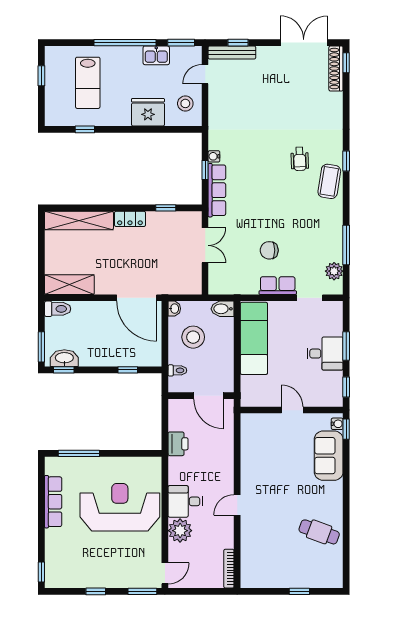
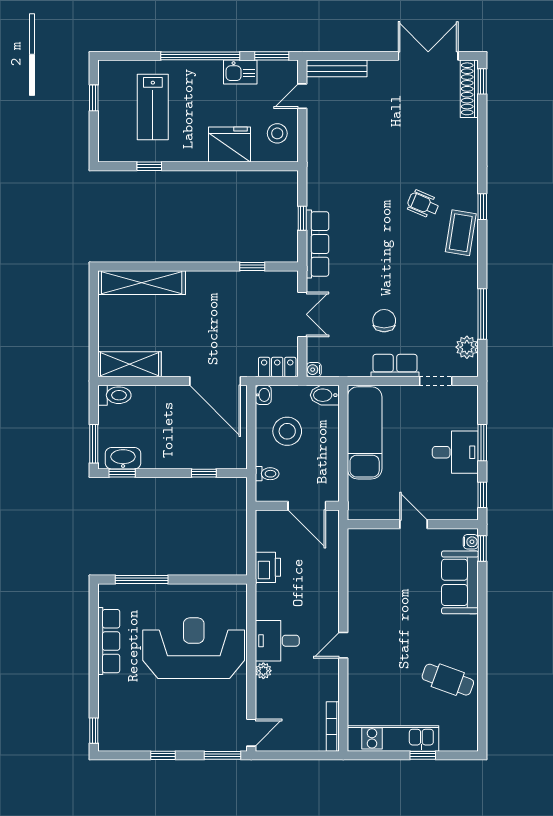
window: (238, 43) -> (344, 56), removed
water cooler: (214, 156) -> (314, 370), moved
wheelchair: (300, 159) -> (423, 204), turned 115
locker: (130, 219) -> (277, 367), moved, turned 180
chair: (269, 250) -> (384, 321), turned 90
plant: (180, 531) -> (263, 671), width x0.53, depth x0.53
kitchen unit: (276, 578) -> (393, 738), added

